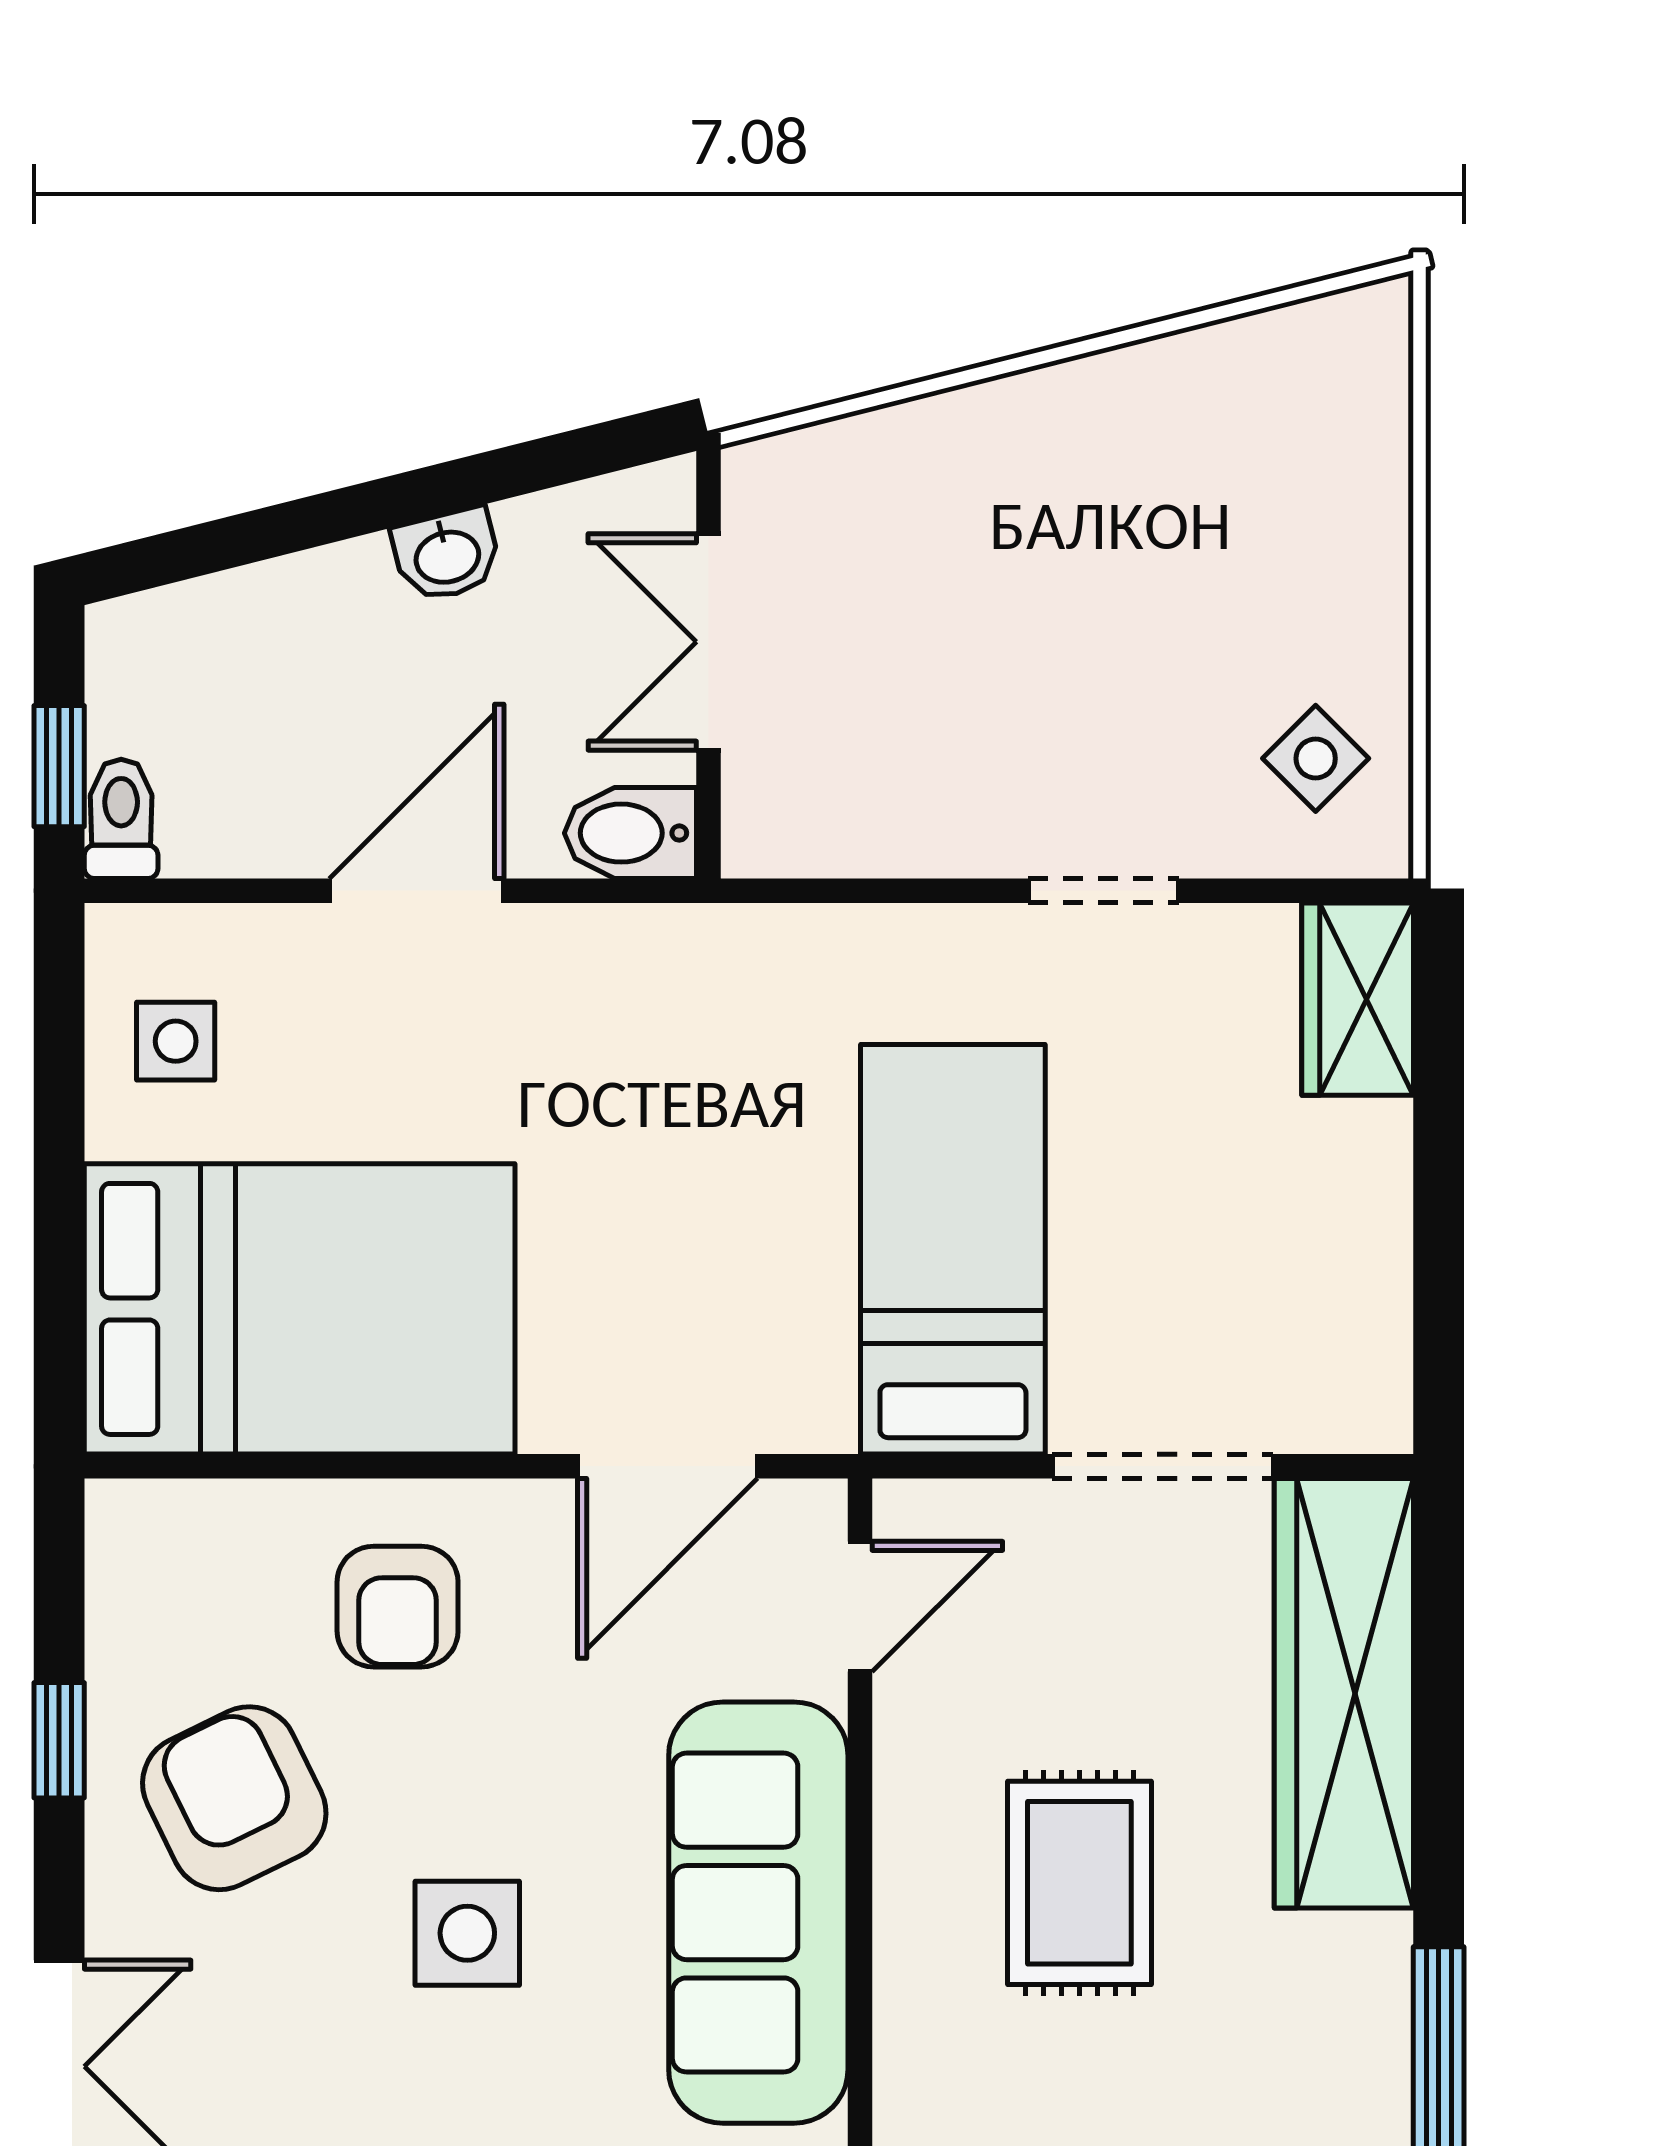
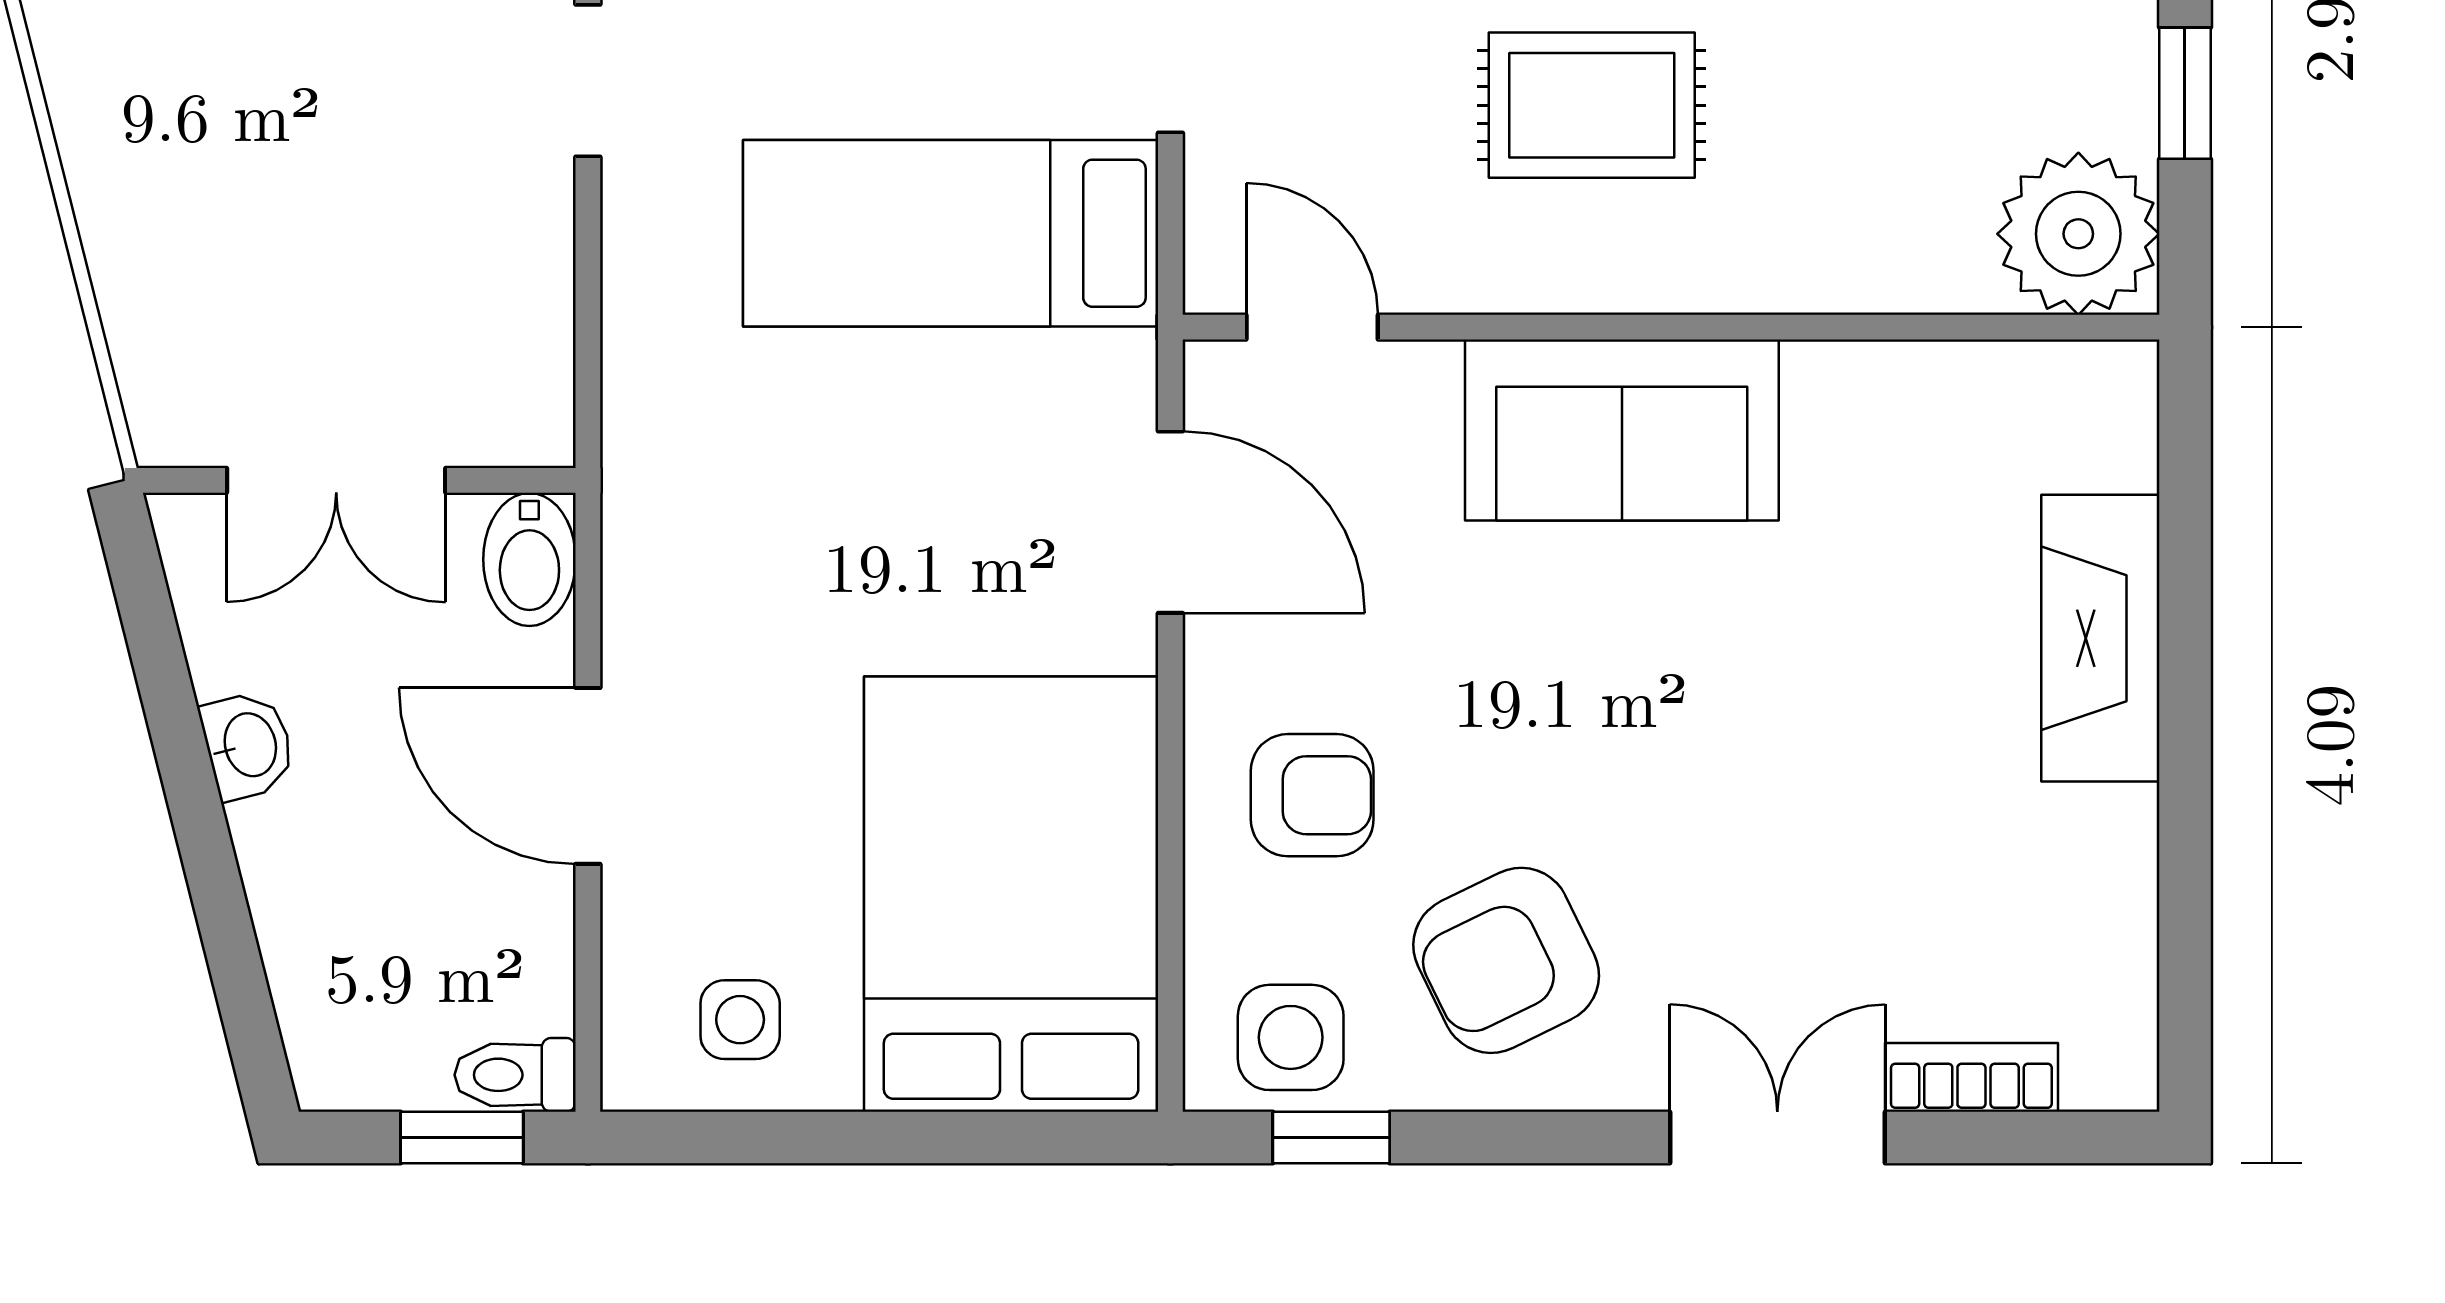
window: (59, 1740) -> (1331, 1138), moved
sofa: (758, 1913) -> (1622, 430), width x0.73
side table: (467, 1933) -> (1291, 1037), moved

